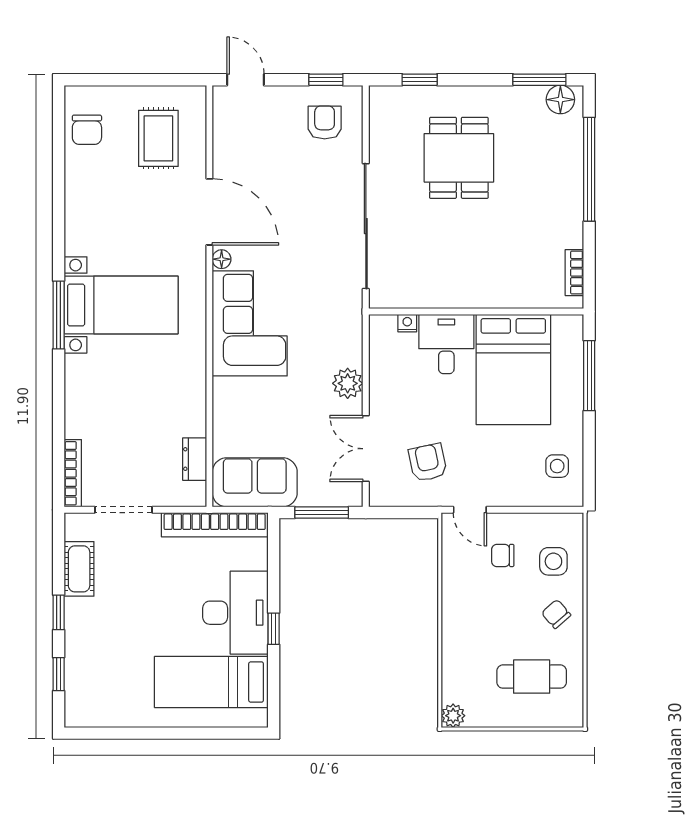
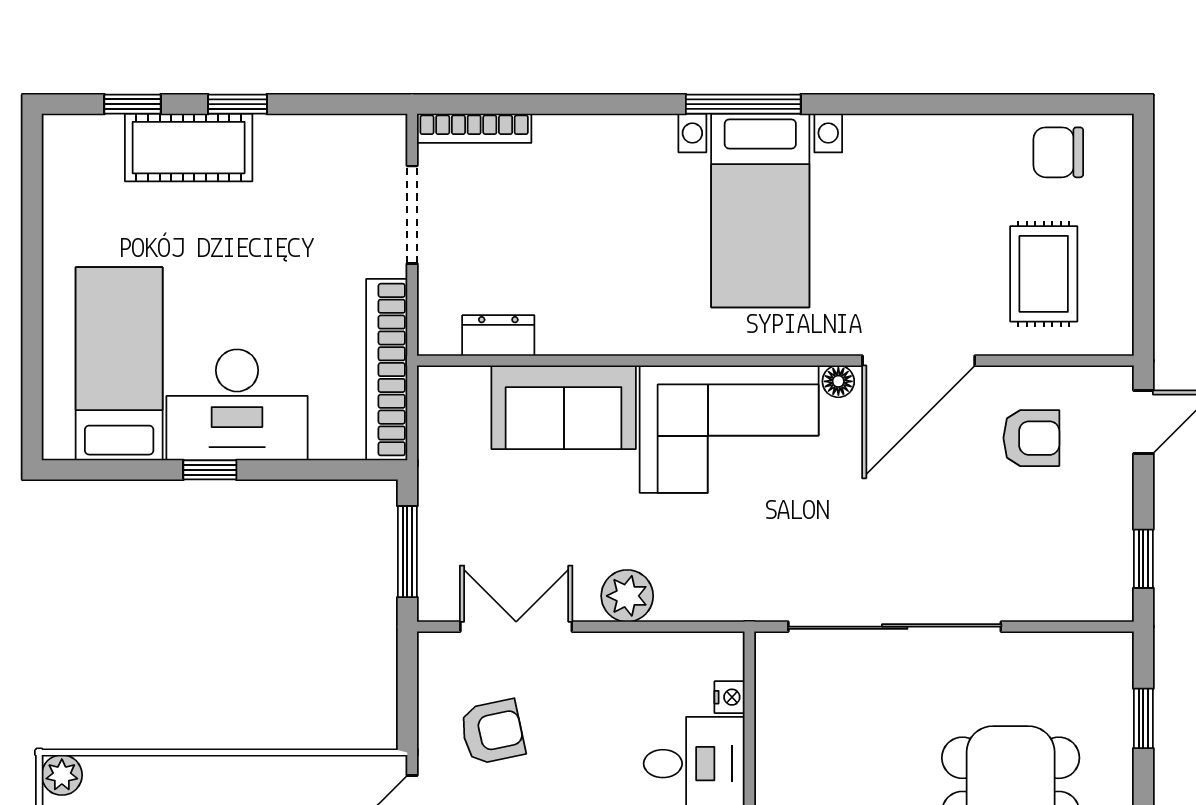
armchair: (325, 123) -> (1031, 438), moved
rug: (158, 138) -> (1044, 274), turned 90
sofa: (255, 482) -> (564, 407), moved, turned 90
cot: (79, 569) -> (189, 148), moved, width x1.37, depth x1.34

